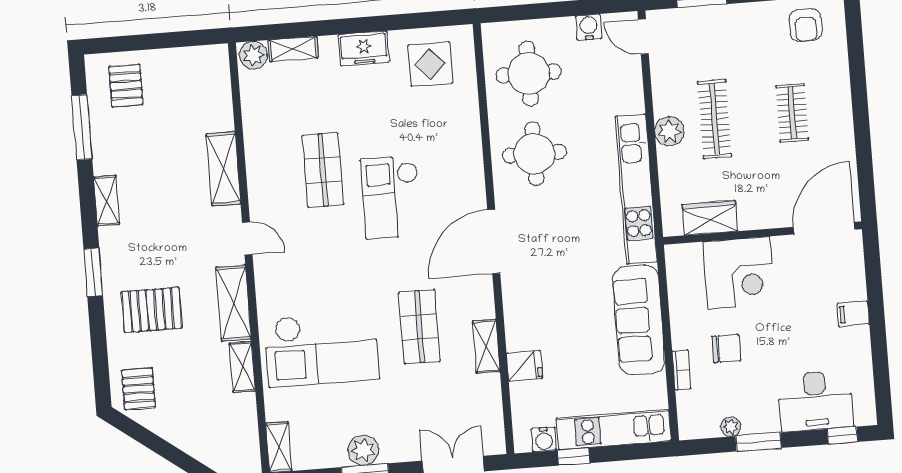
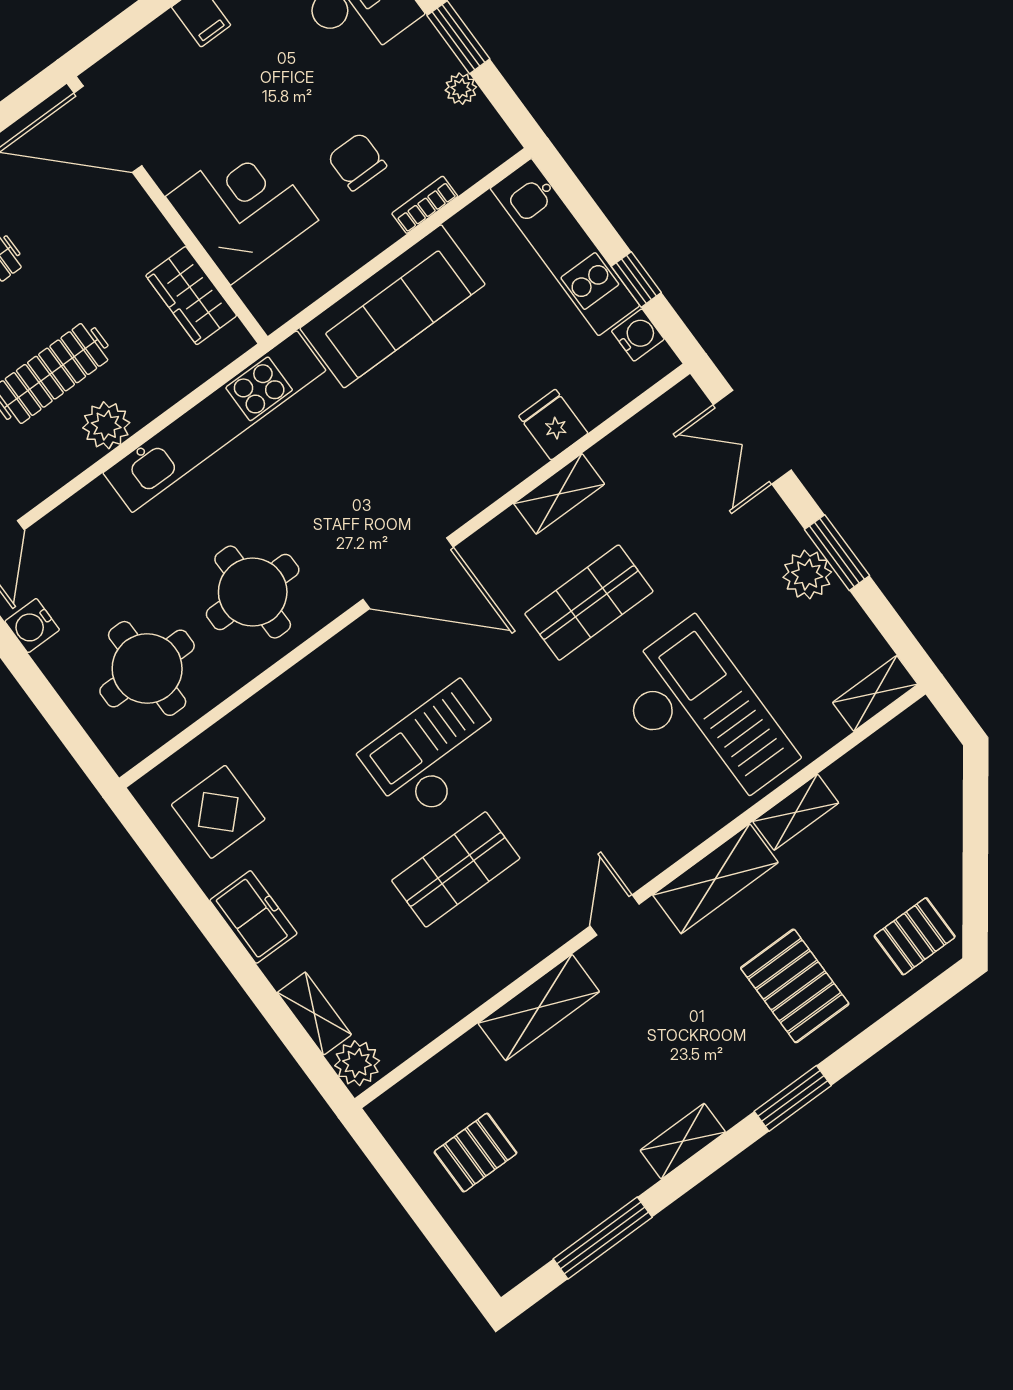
pallet: (126, 86) -> (475, 1153), moved
checkout: (391, 197) -> (435, 752), turned 180

